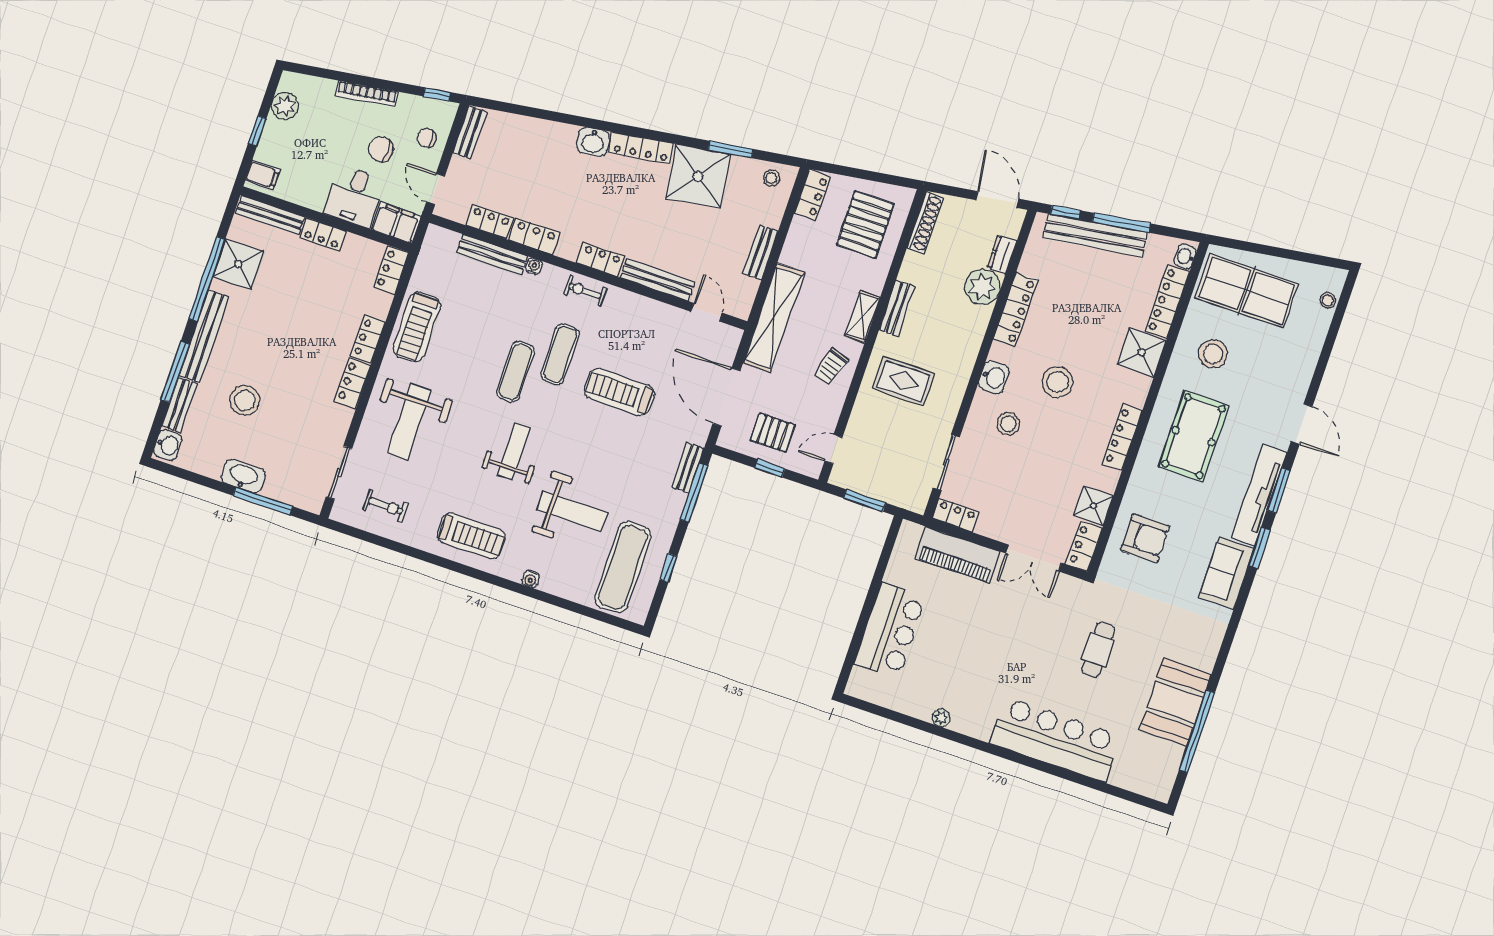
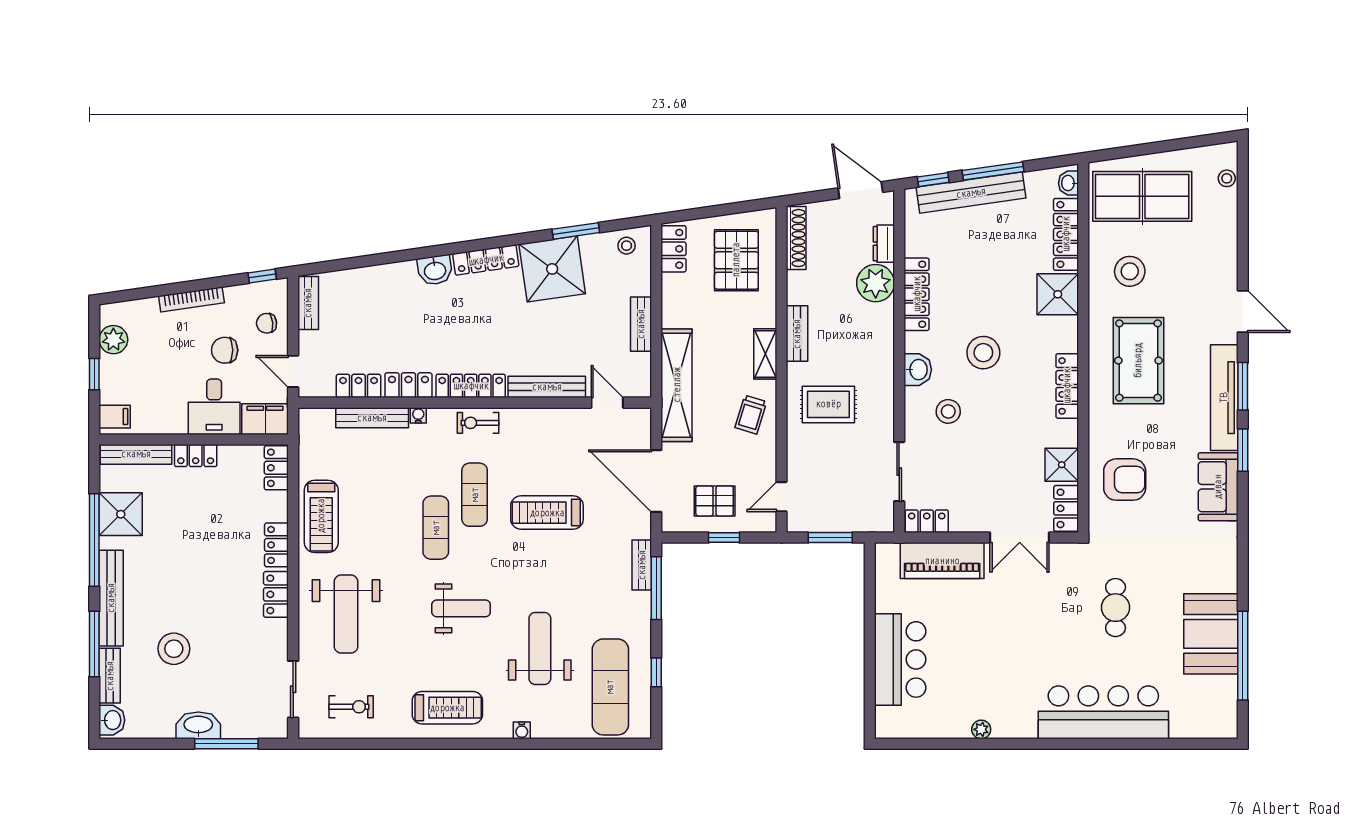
locker: (601, 260) -> (471, 386), width x1.53
weight bench: (514, 452) -> (461, 608), turned 90
weight bench: (572, 511) -> (540, 648), turned -90

